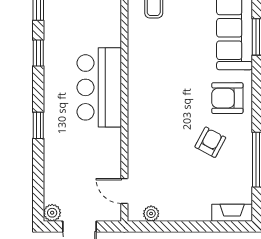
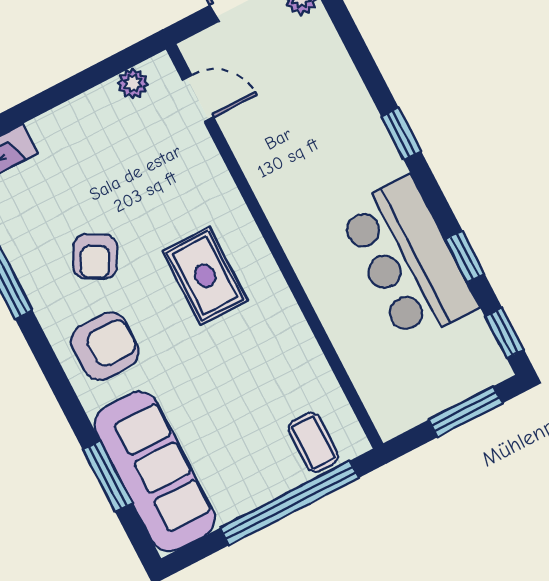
bar counter: (99, 87) -> (408, 260), moved, turned 180
rug: (164, 107) -> (205, 276), added

